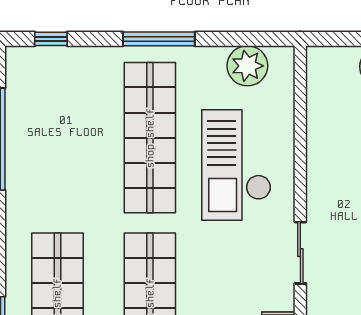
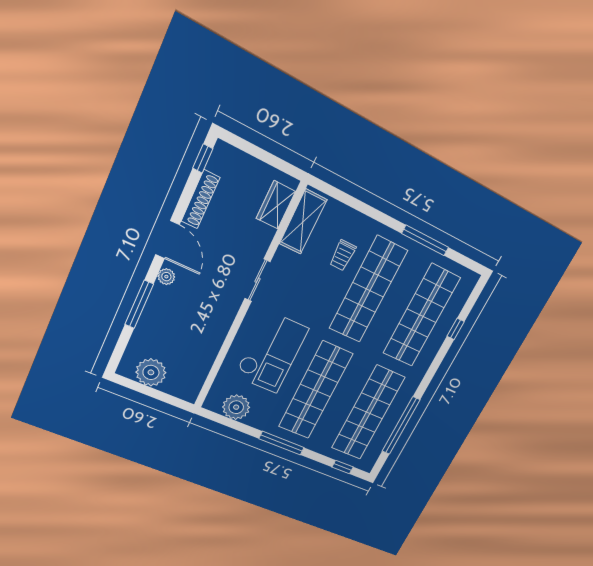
shop shelf: (57, 138) -> (368, 413), added

